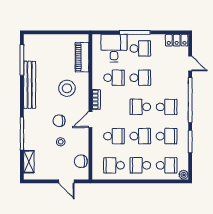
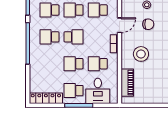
locker: (177, 40) -> (46, 98), width x1.53
door: (190, 63) -> (28, 77), removed

